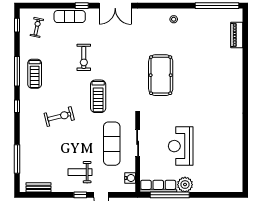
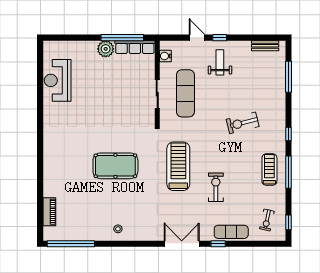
pool table: (161, 75) -> (115, 166), moved, turned 90
treadmill: (98, 96) -> (178, 166), moved, width x1.37, depth x1.38
reception desk: (181, 146) -> (58, 80), moved, turned 180
weight bench: (80, 172) -> (220, 62), turned -90

